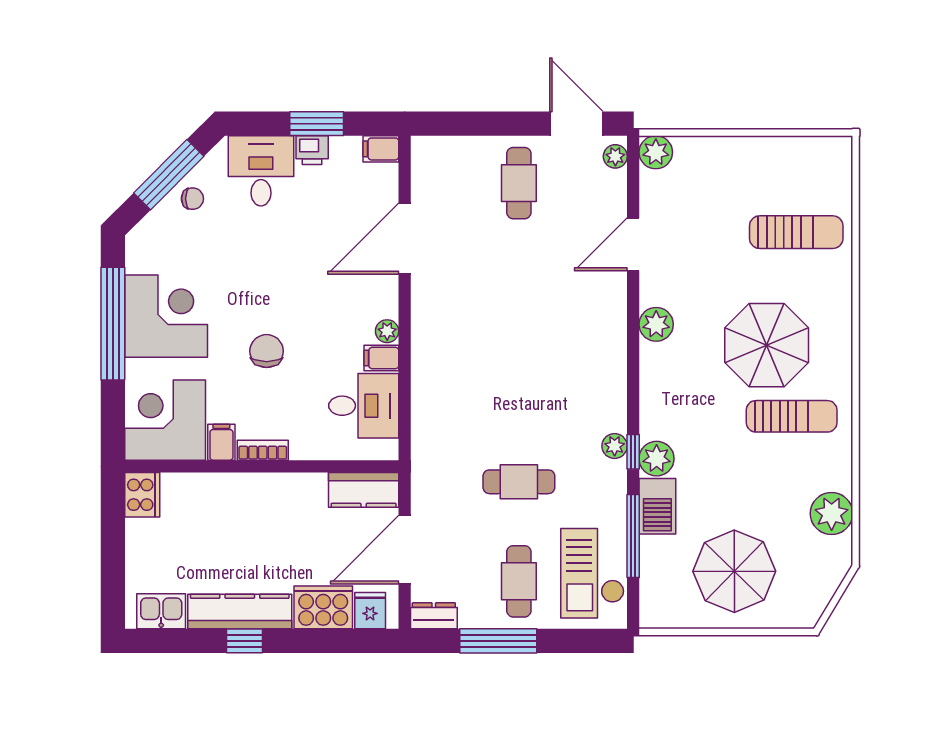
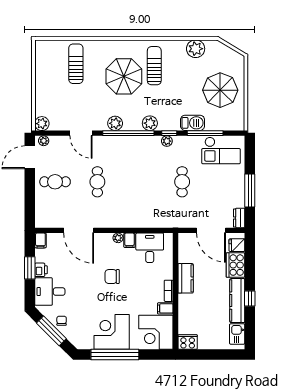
chair: (267, 351) -> (112, 277), moved
window: (633, 356) -> (128, 133), added
plant: (657, 459) -> (150, 123), moved
kitchen counter: (364, 490) -> (186, 278), moved
cafe table: (519, 581) -> (97, 182), moved, turned 90

